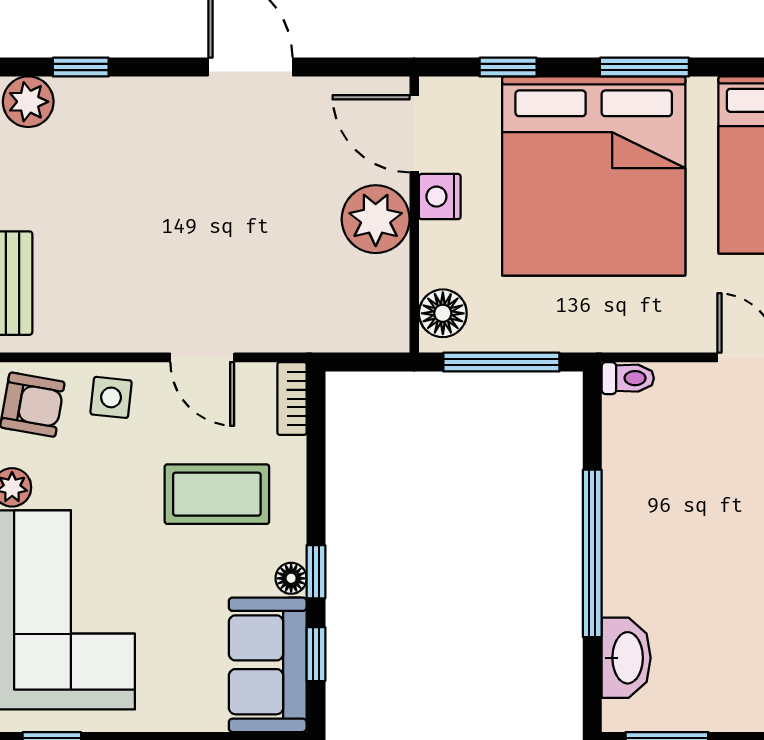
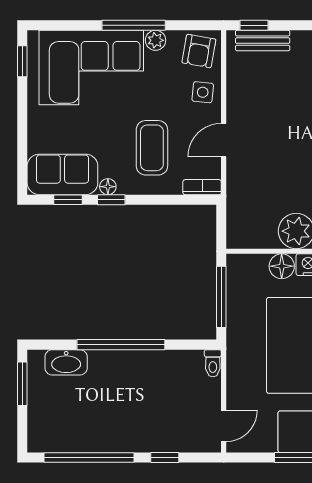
floor lamp: (443, 313) -> (282, 266), moved

